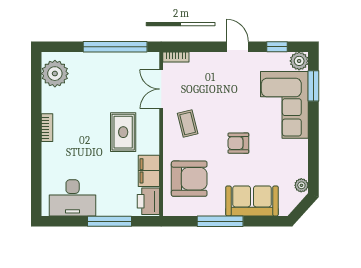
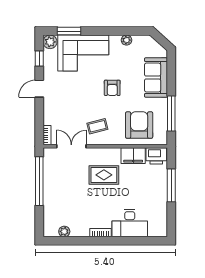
plant: (55, 74) -> (64, 231), width x0.53, depth x0.53
double door: (161, 89) -> (71, 146), swing flipped
plant: (301, 185) -> (126, 40), moved
desk: (73, 198) -> (130, 223), moved, turned 90
window: (220, 221) -> (171, 114), moved

